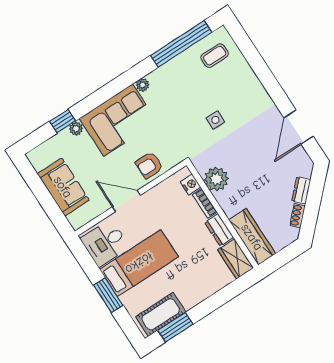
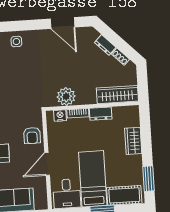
side table: (215, 120) -> (16, 42), moved
wardrobe: (236, 259) -> (133, 141), moved, turned 90
cot: (161, 314) -> (124, 195), moved, turned 90

